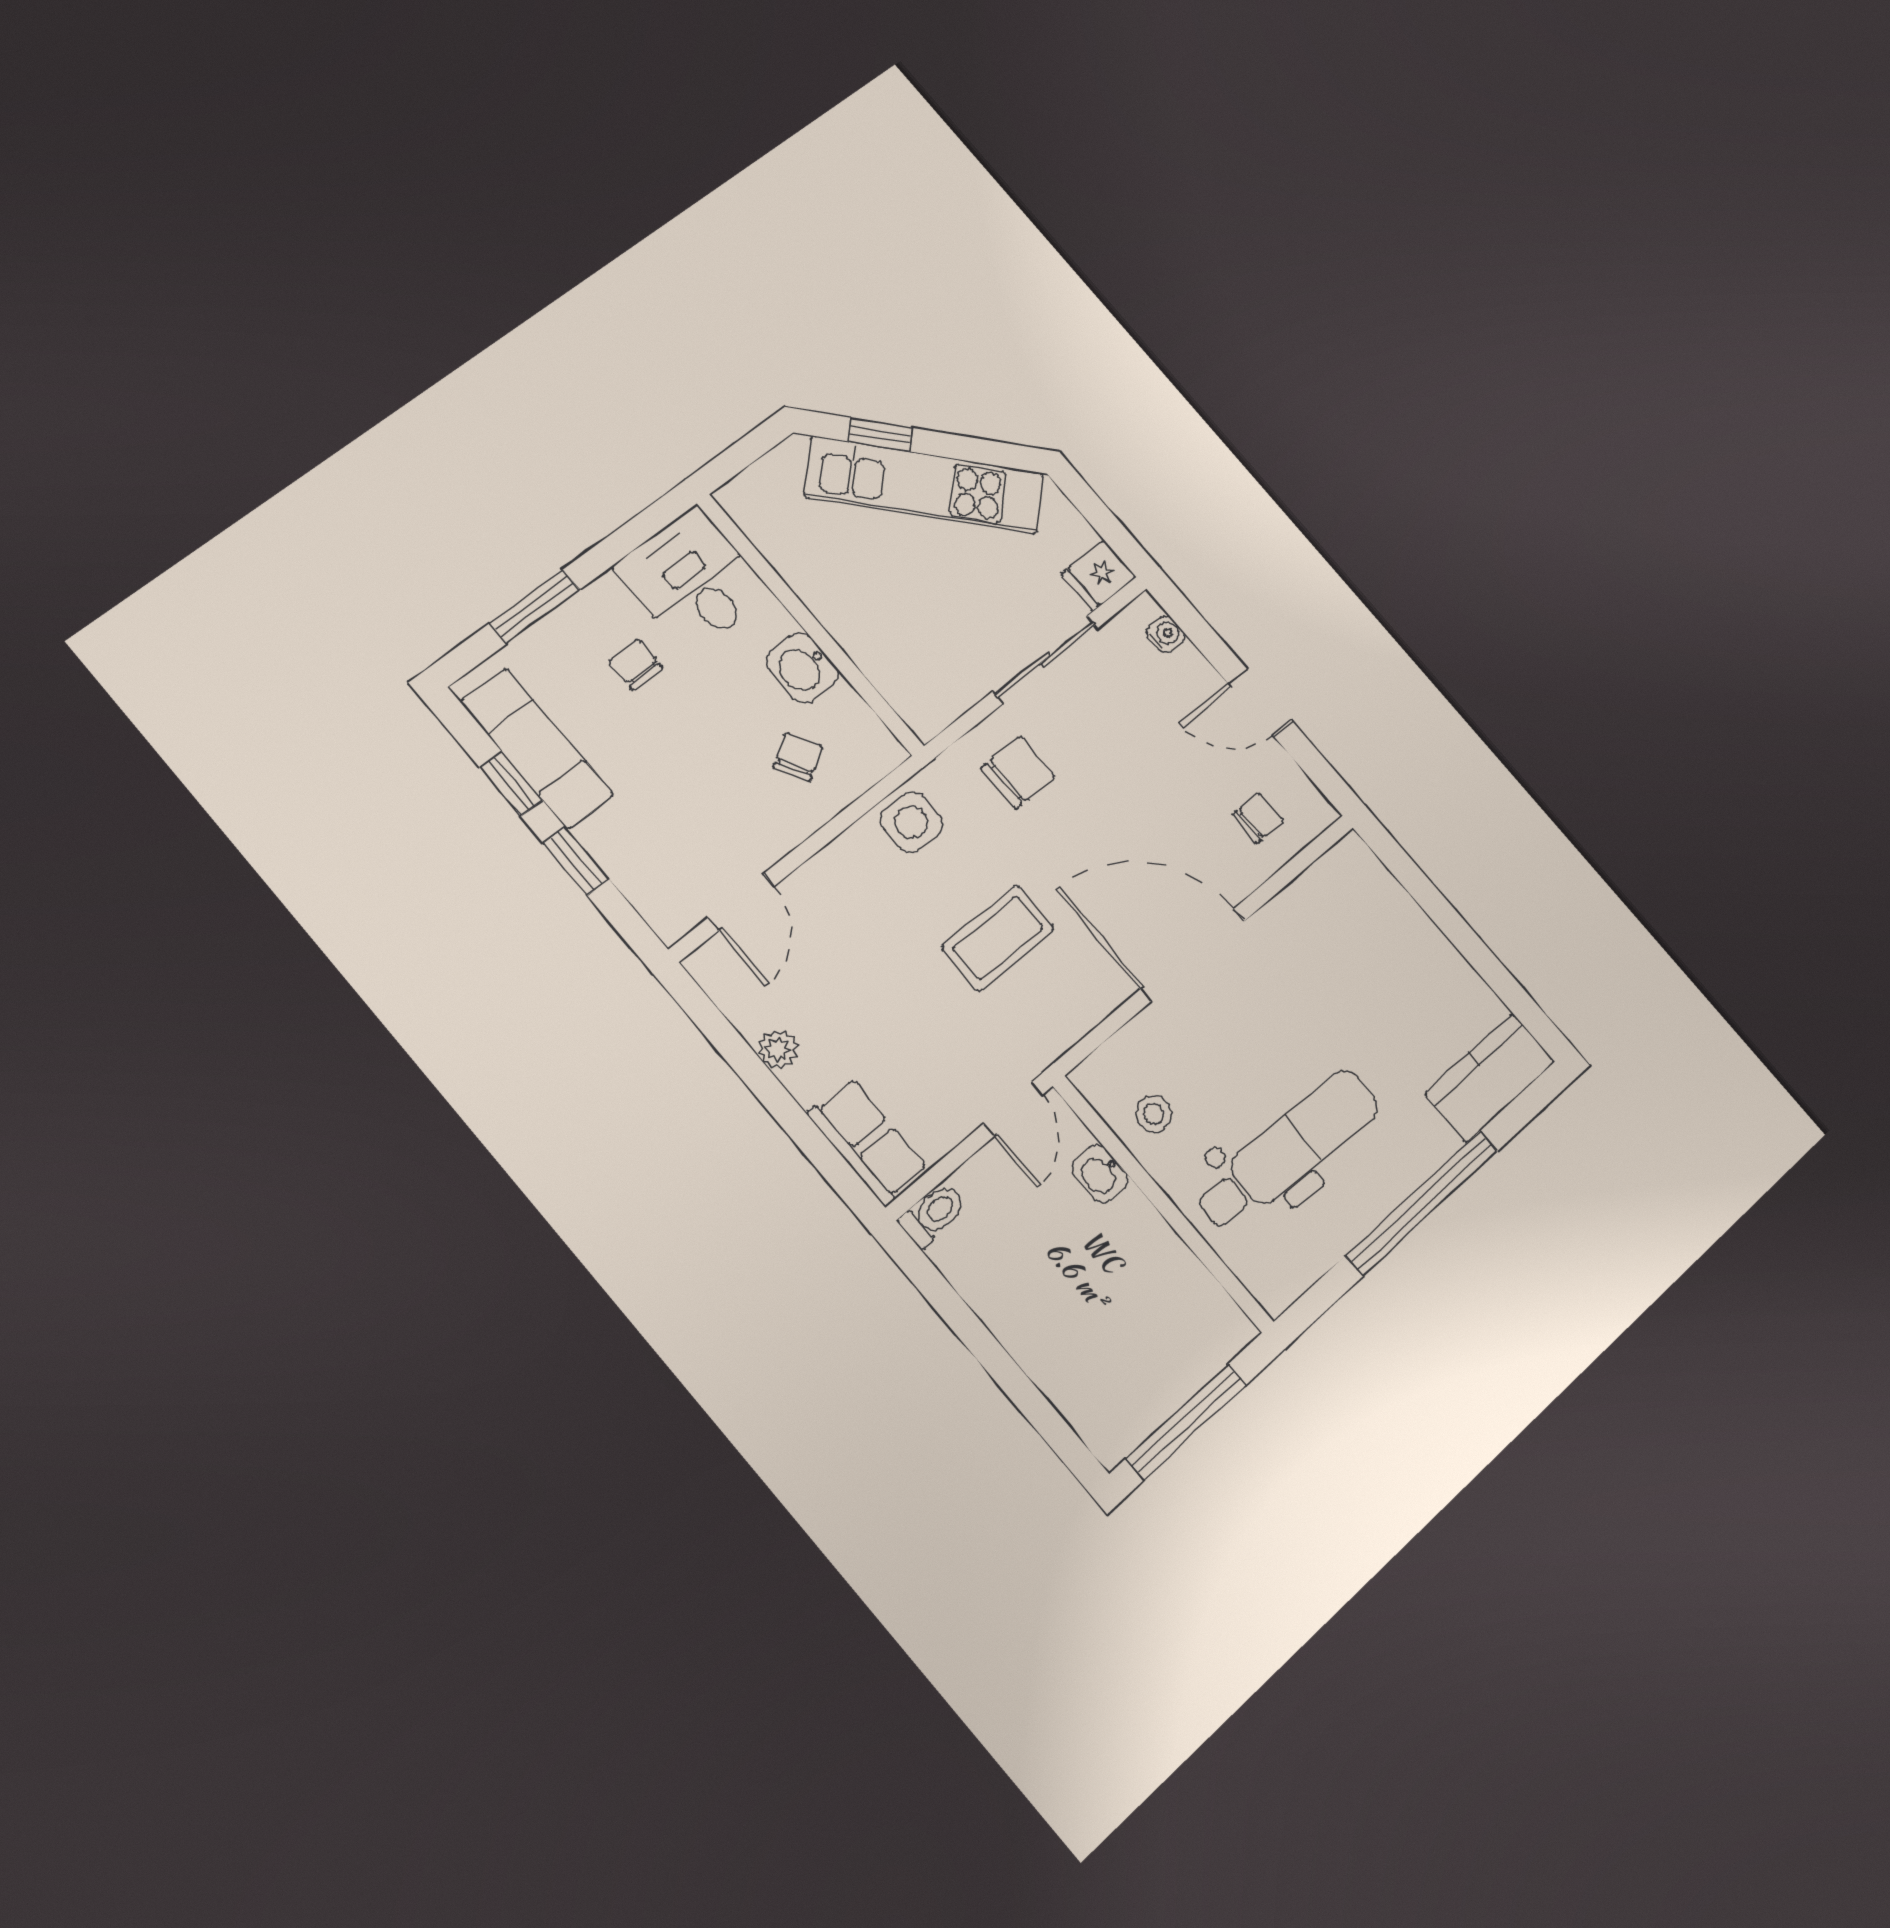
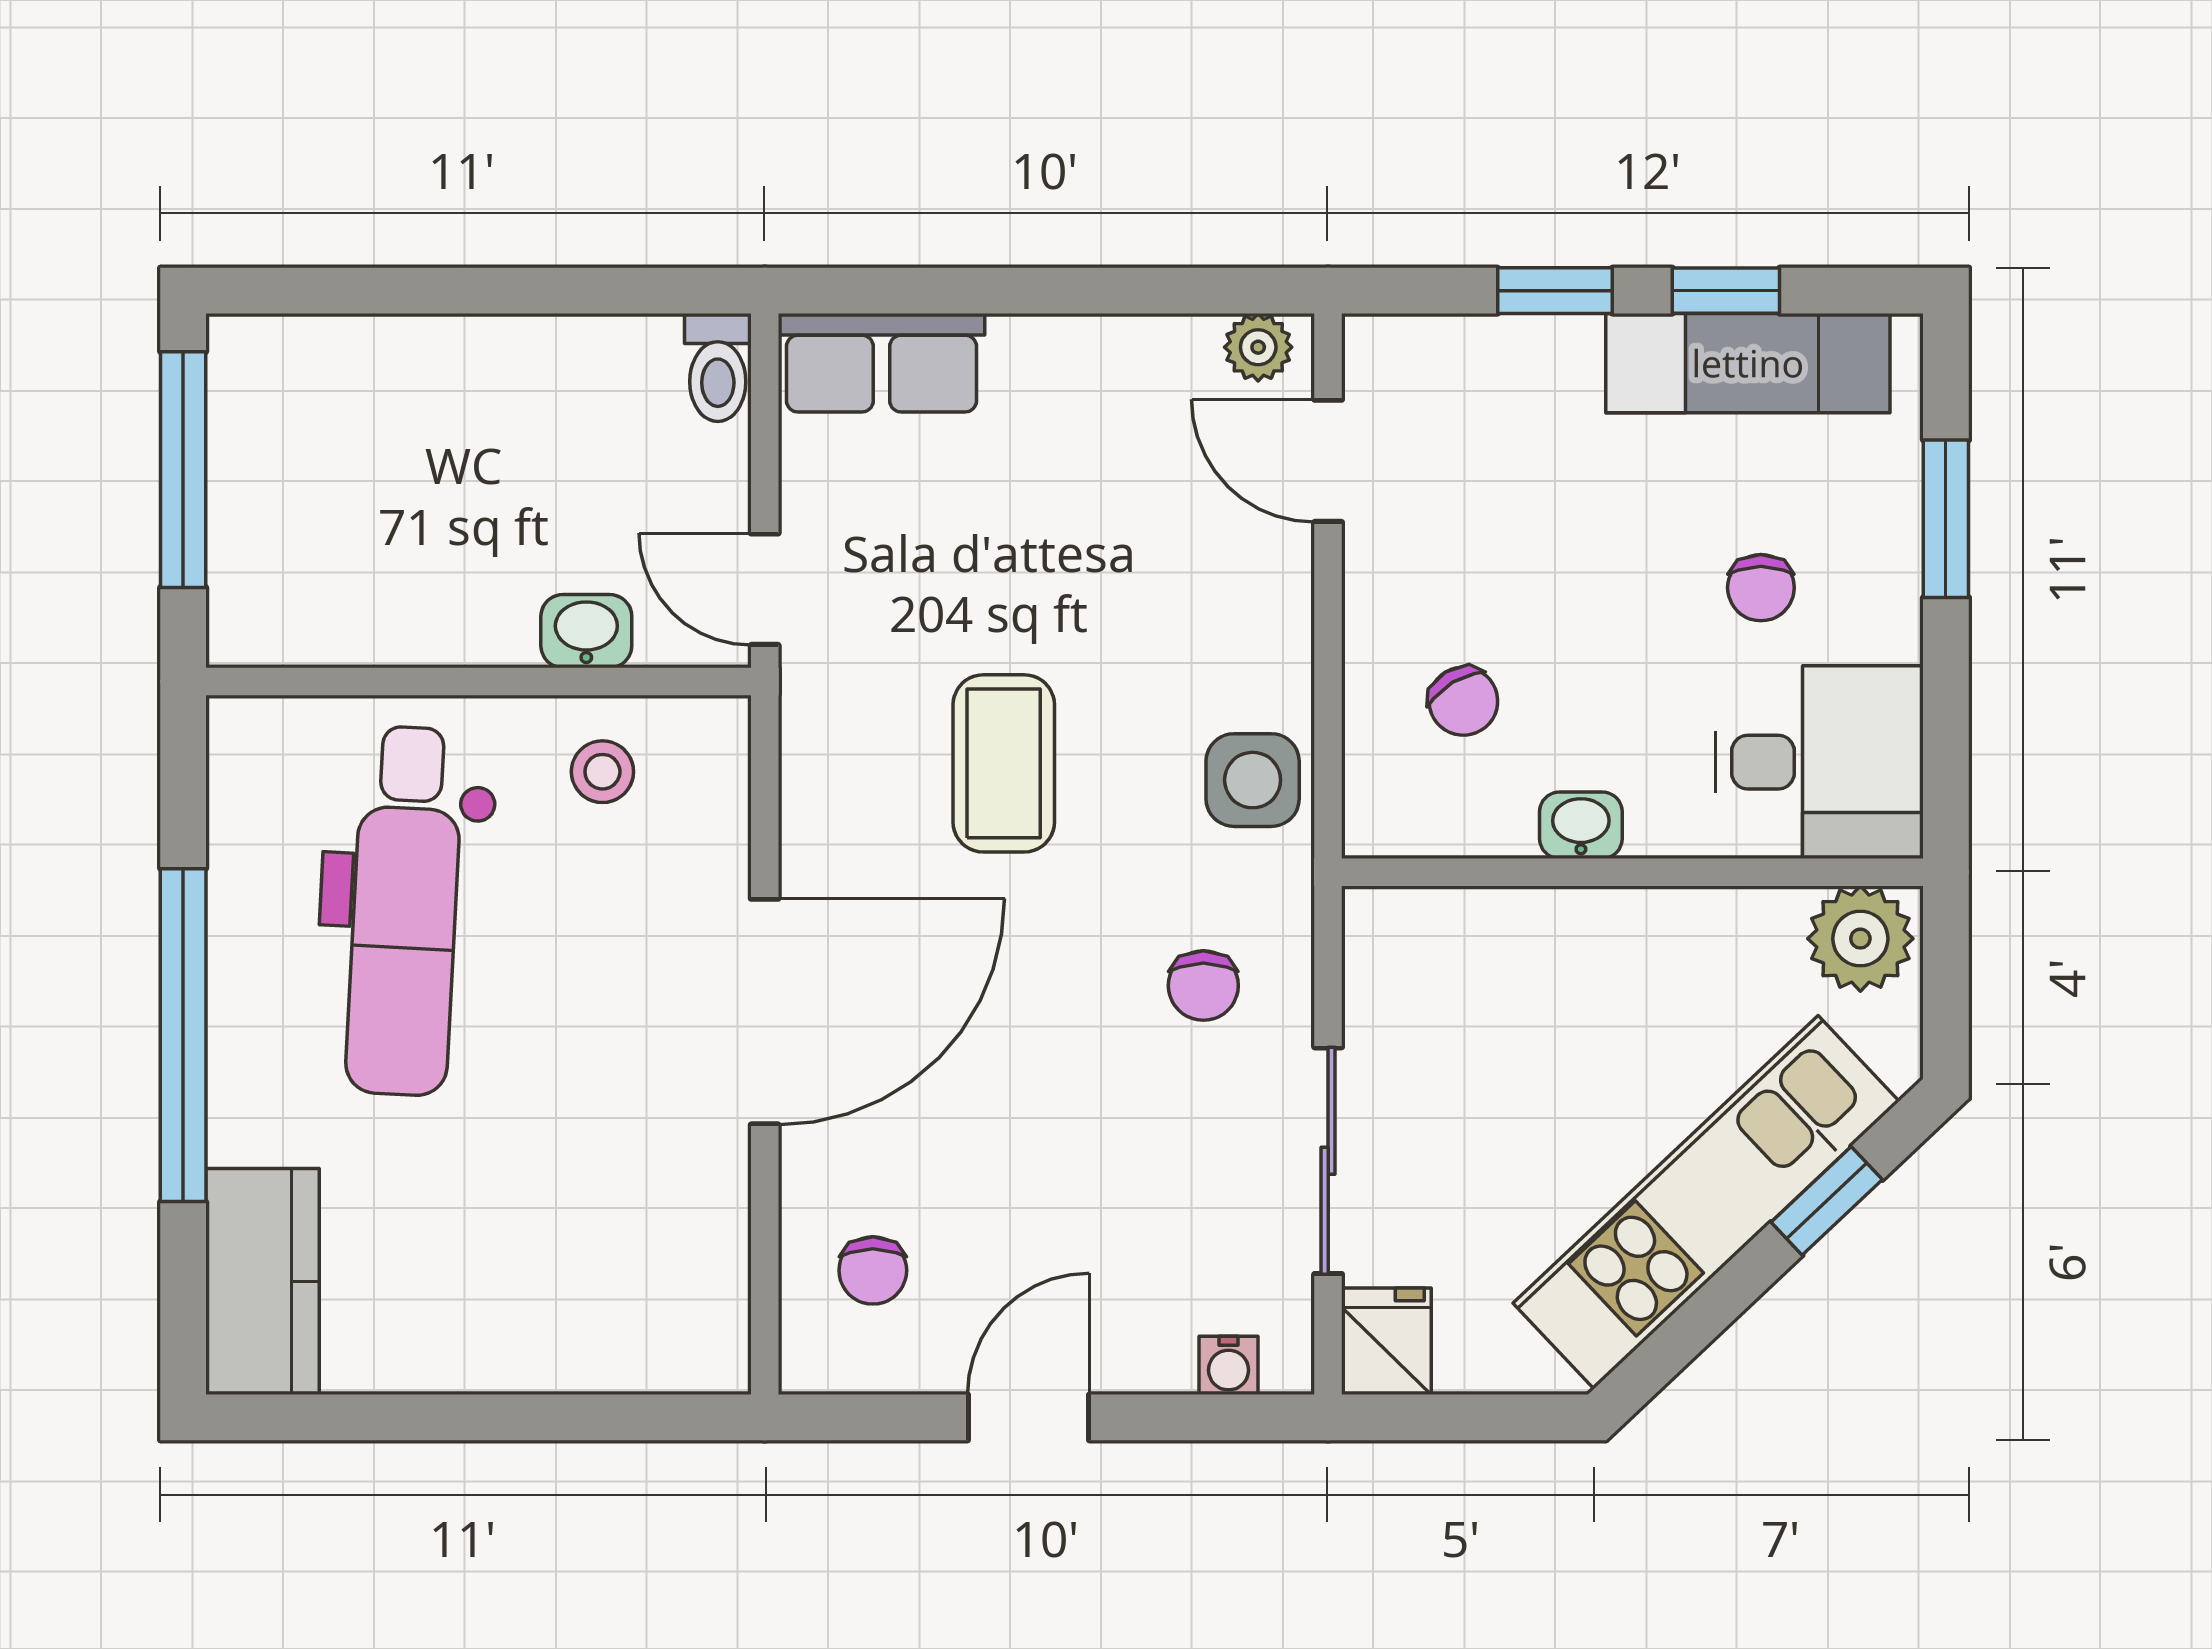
plant: (755, 504) -> (1860, 939), added
chair: (636, 664) -> (1761, 588), turned 90
washbasin: (802, 668) -> (1581, 825), width x0.72, depth x0.69
chair: (1018, 772) -> (1203, 986), width x0.73, depth x0.73
plant: (778, 1049) -> (1258, 347), moved

